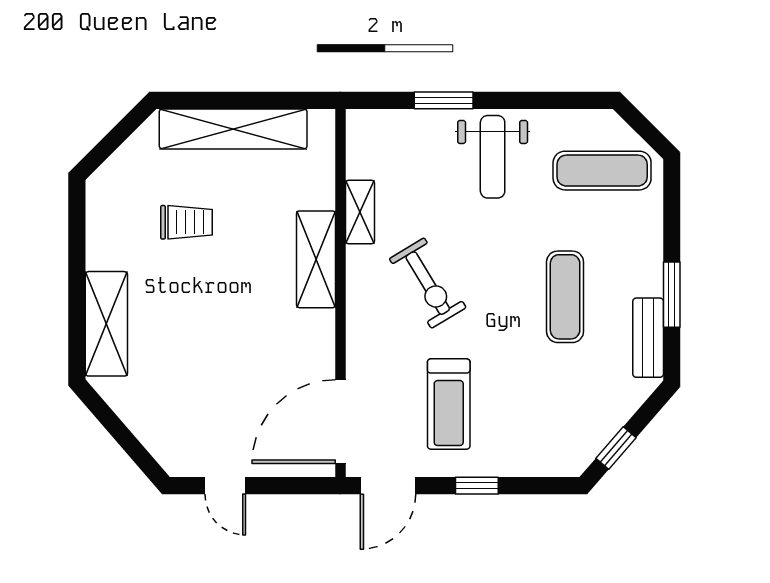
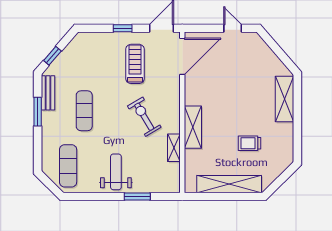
exercise mat: (602, 171) -> (68, 166), turned 90
window: (616, 448) -> (52, 56), moved

